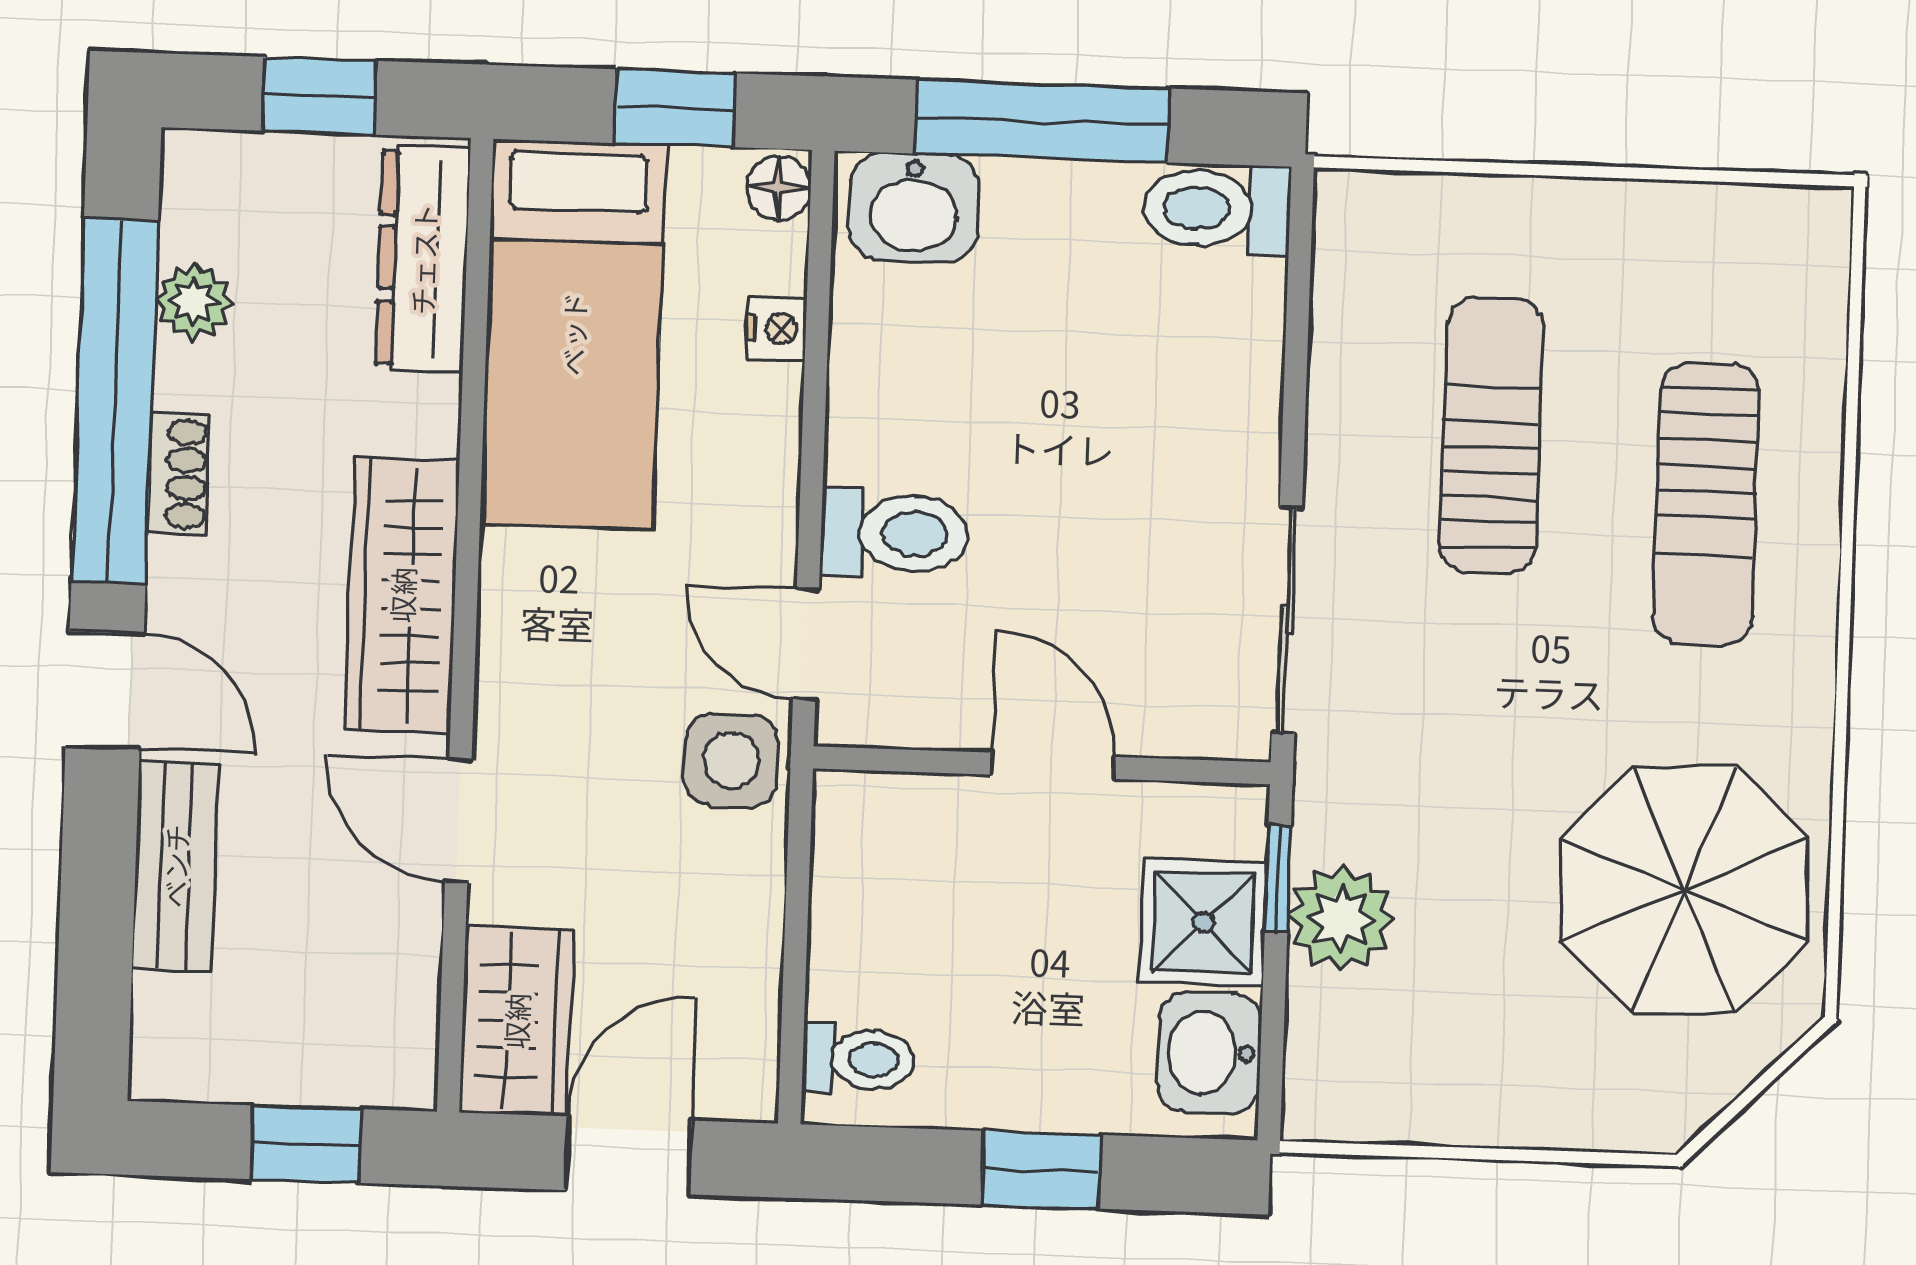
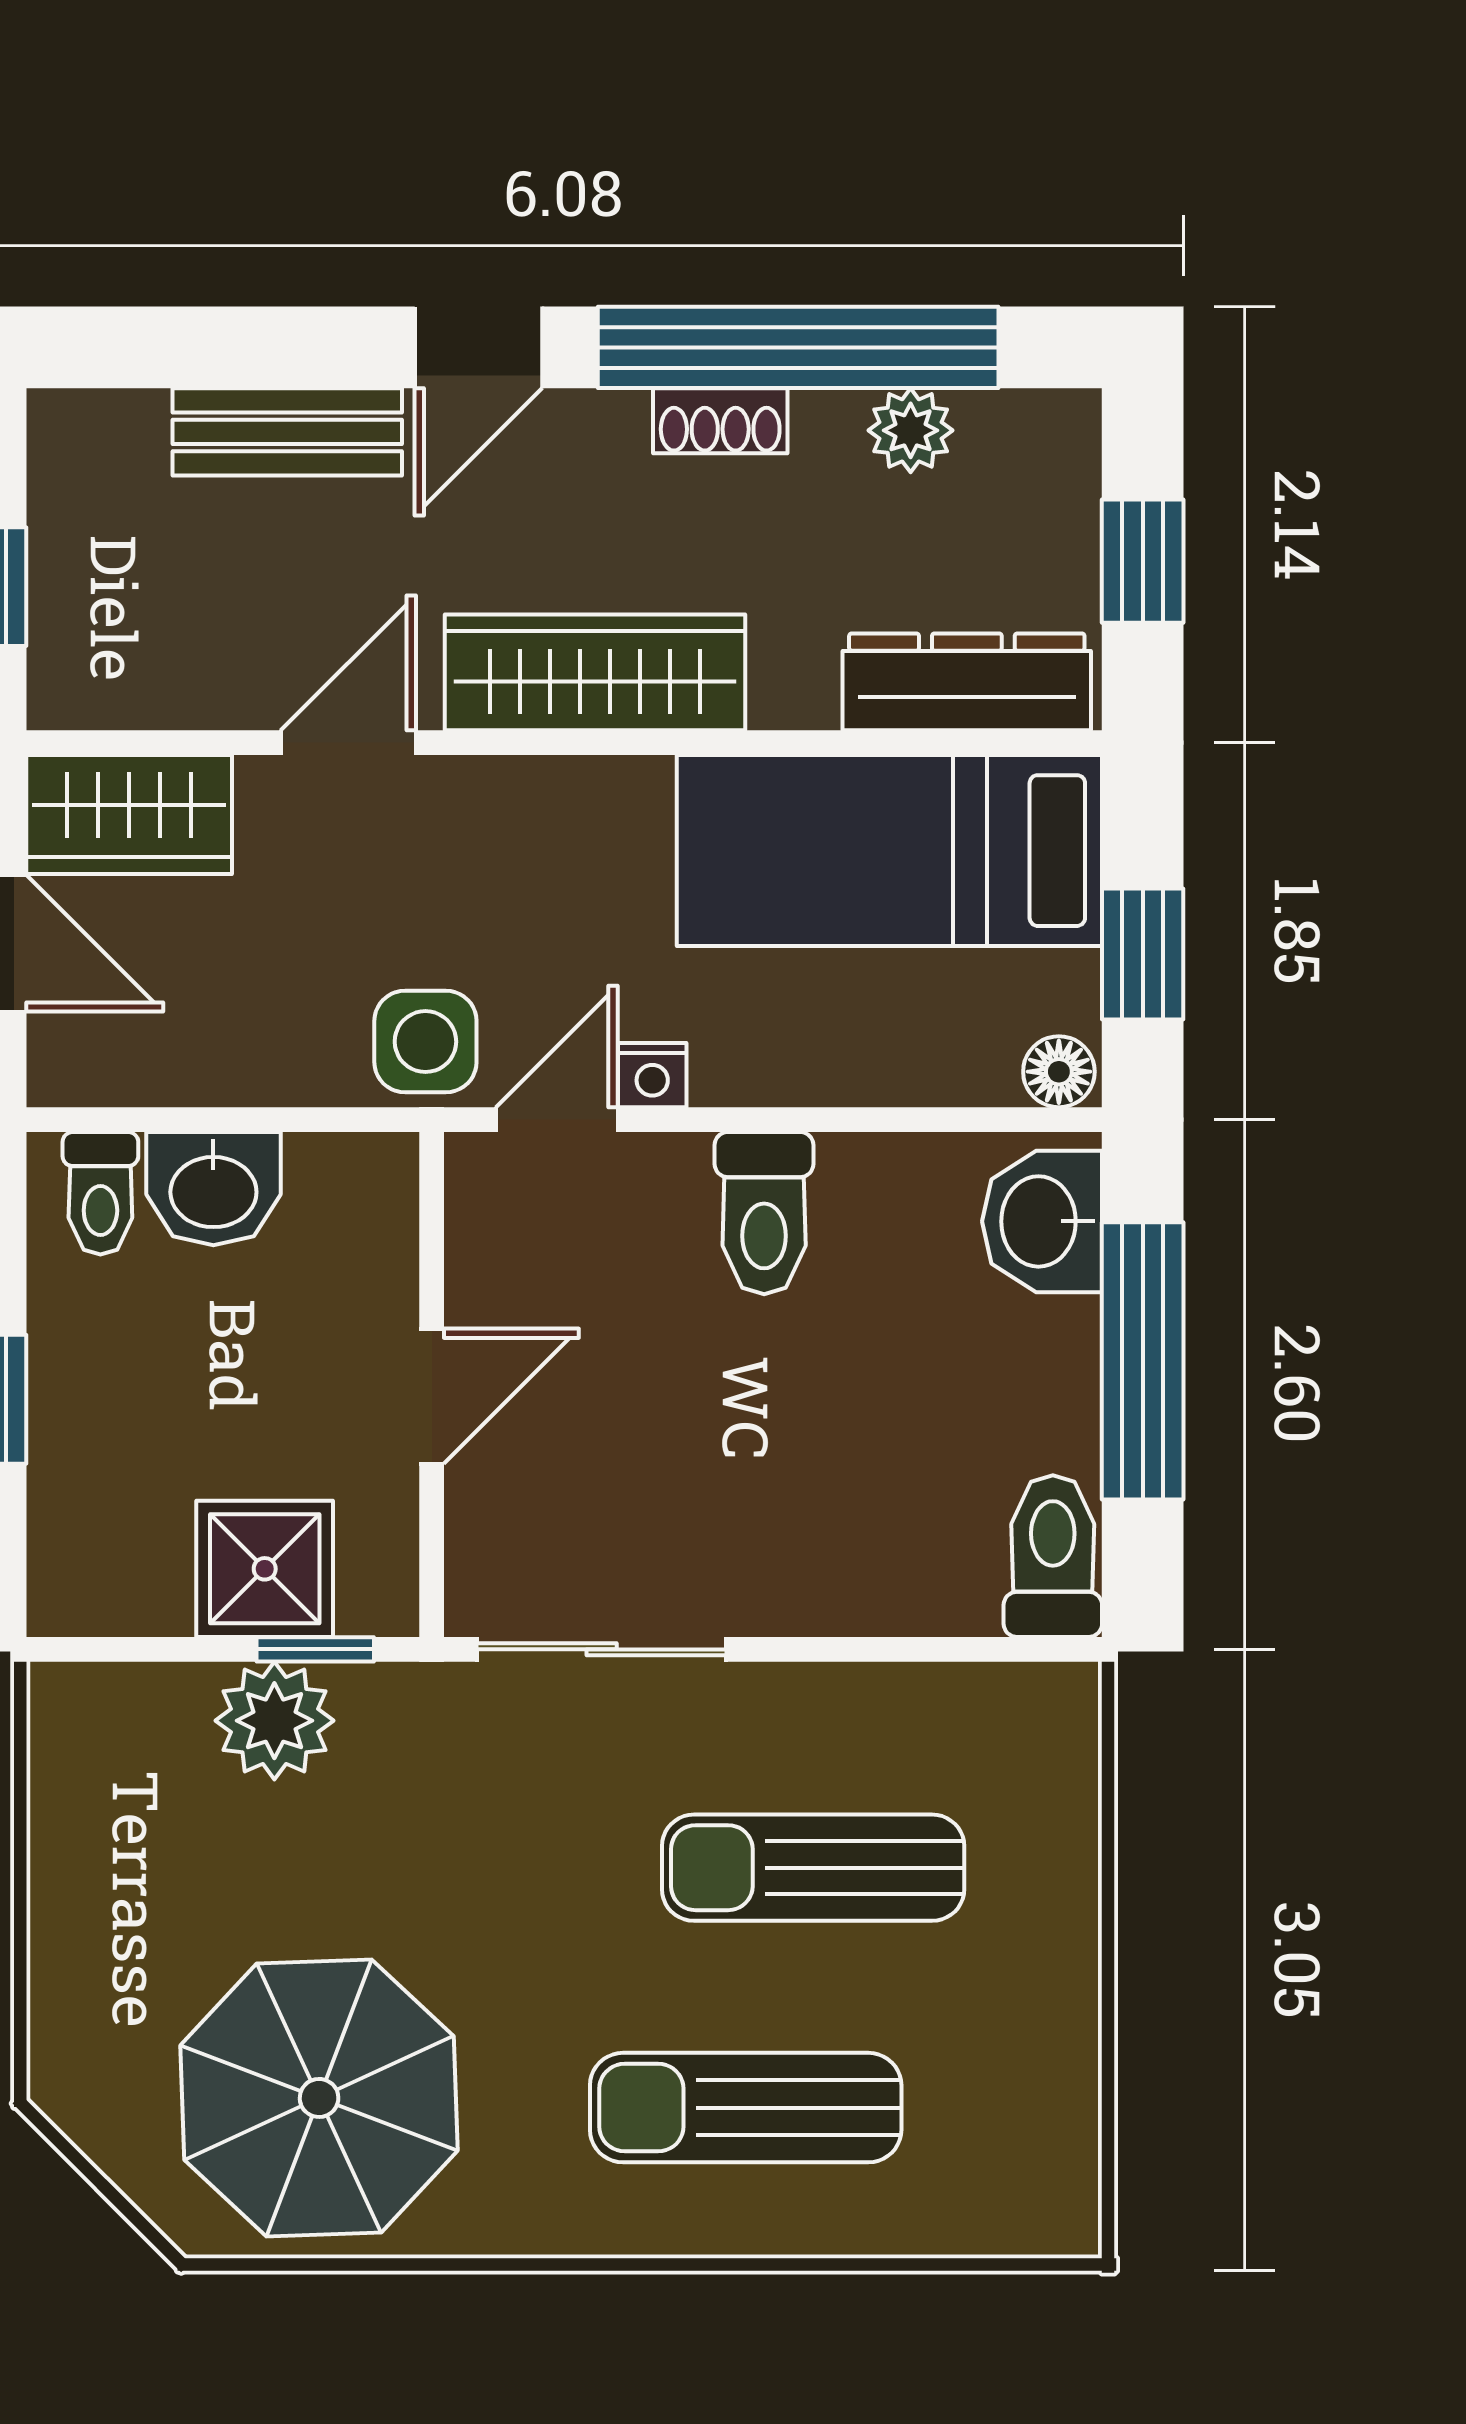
nightstand: (777, 329) -> (652, 1075), moved
sun lounger: (1491, 435) -> (813, 1868), turned 180
toilet: (895, 533) -> (764, 1213), moved
washbasin: (1209, 1053) -> (213, 1189), moved, turned 180

